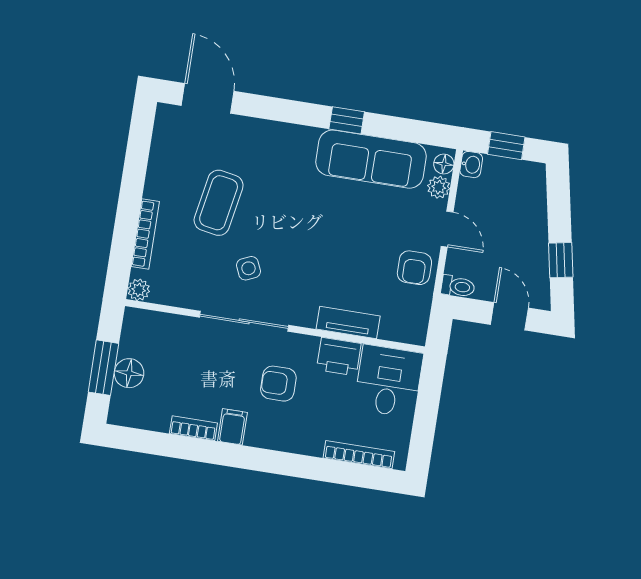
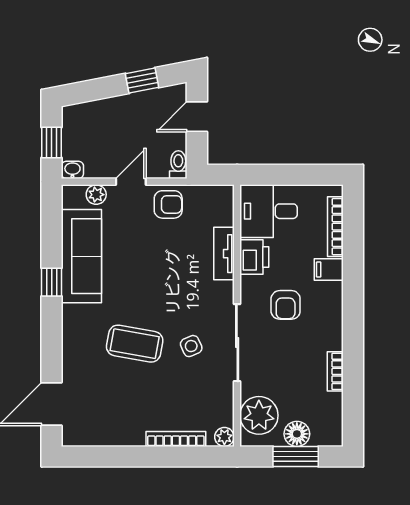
floor lamp: (444, 164) -> (76, 193), removed
coffee table: (219, 203) -> (135, 344), moved
plant: (157, 333) -> (259, 415), added
filing cabinet: (232, 427) -> (329, 269), moved

